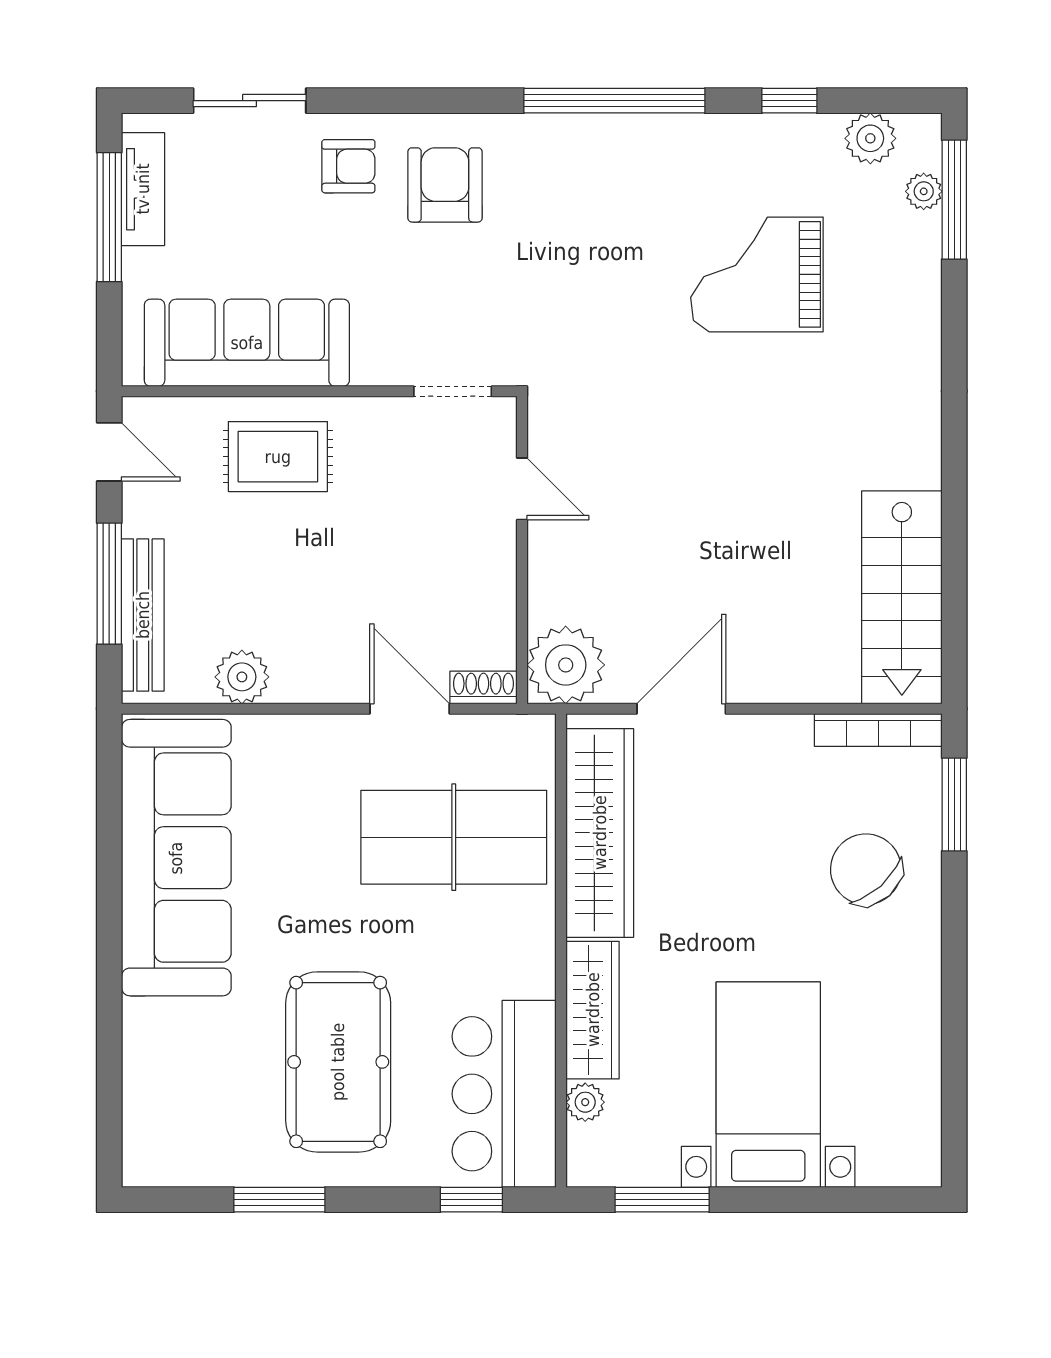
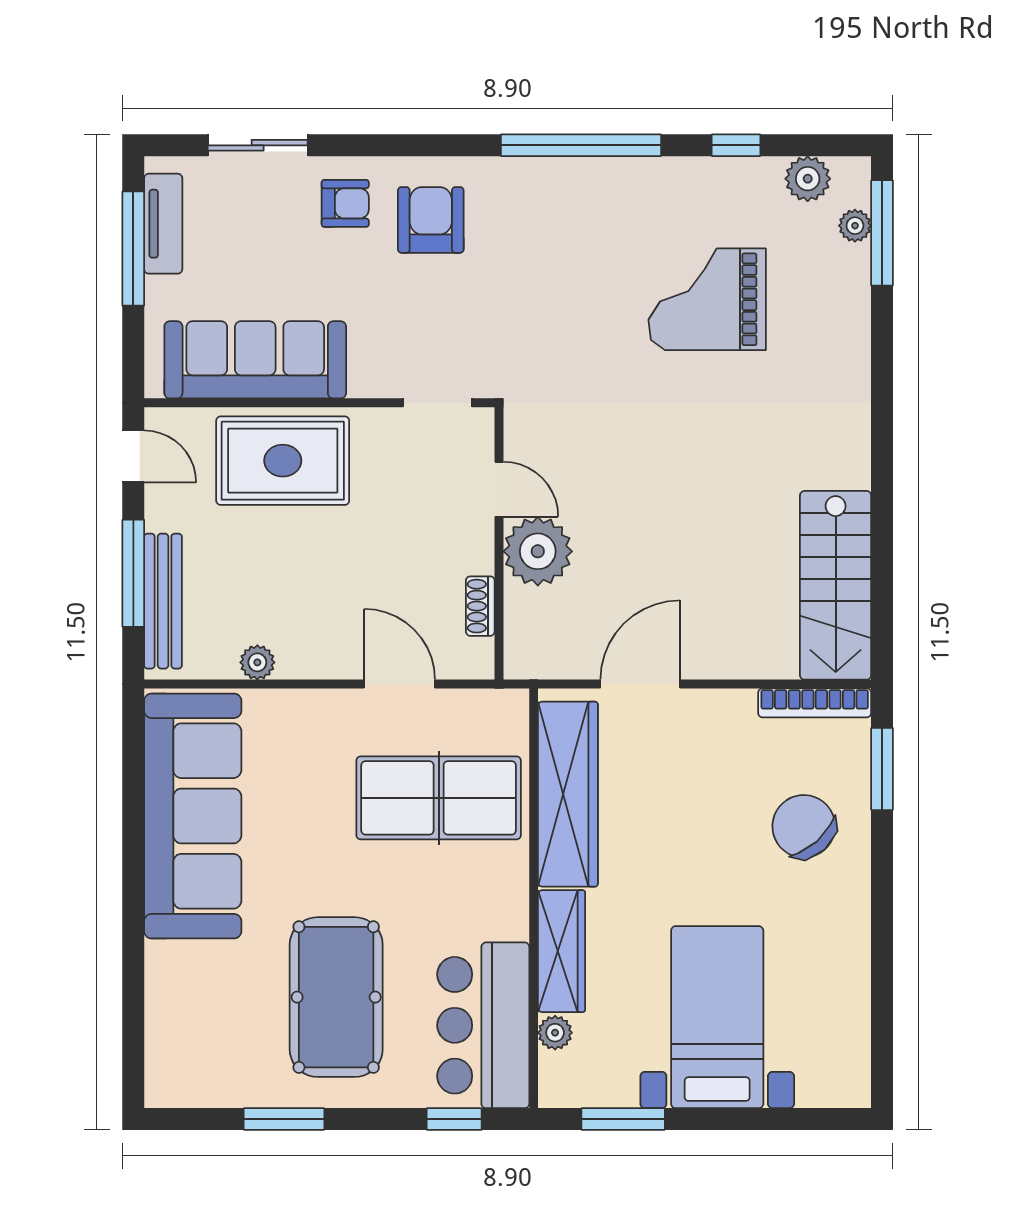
rug: (278, 457) -> (283, 461), width x1.36, depth x1.43
plant: (566, 665) -> (538, 551), moved
plant: (242, 677) -> (257, 662), width x0.73, depth x0.73
shoe rack: (484, 688) -> (480, 606), moved, turned -90

